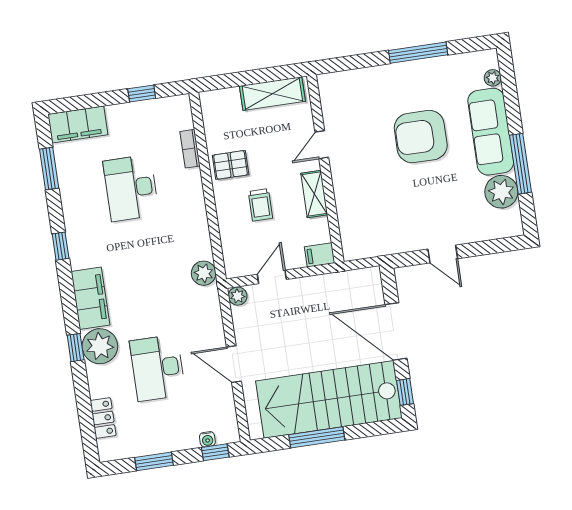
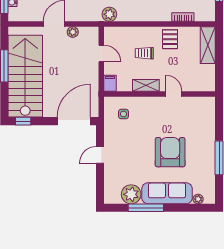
shelving: (272, 94) -> (208, 45), moved
side table: (368, 225) -> (123, 114), added
plant: (238, 296) -> (73, 32), moved
door: (396, 331) -> (74, 121), moved

